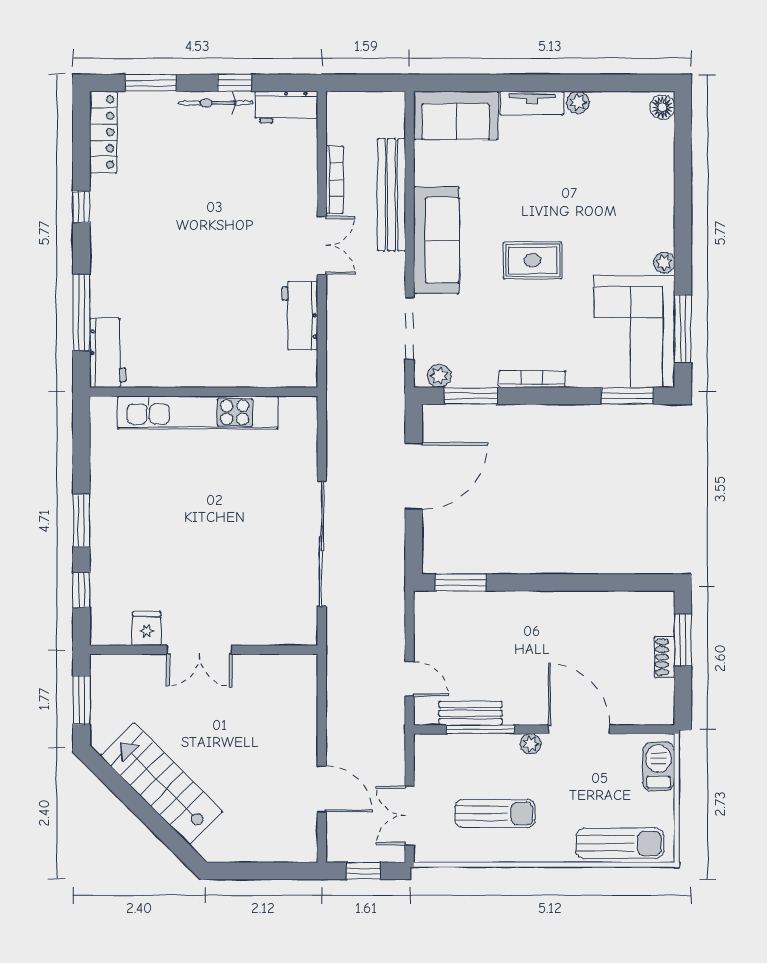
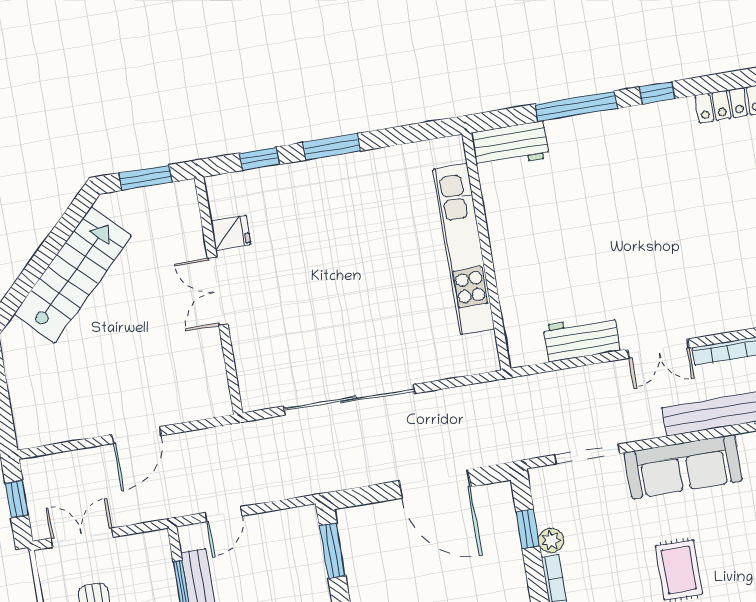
window: (81, 312) -> (576, 106), moved
plant: (439, 376) -> (551, 541), moved
window: (471, 396) -> (528, 529), width x0.67
door: (322, 789) -> (137, 435), moved

